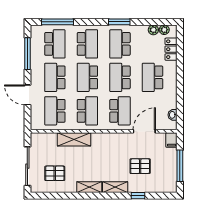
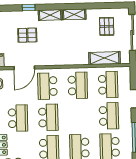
school desk: (87, 77) -> (79, 117), removed
school desk: (87, 111) -> (78, 85), turned 180
shelving: (74, 139) -> (105, 58), moved
pallet: (55, 173) -> (107, 26), turned 90

